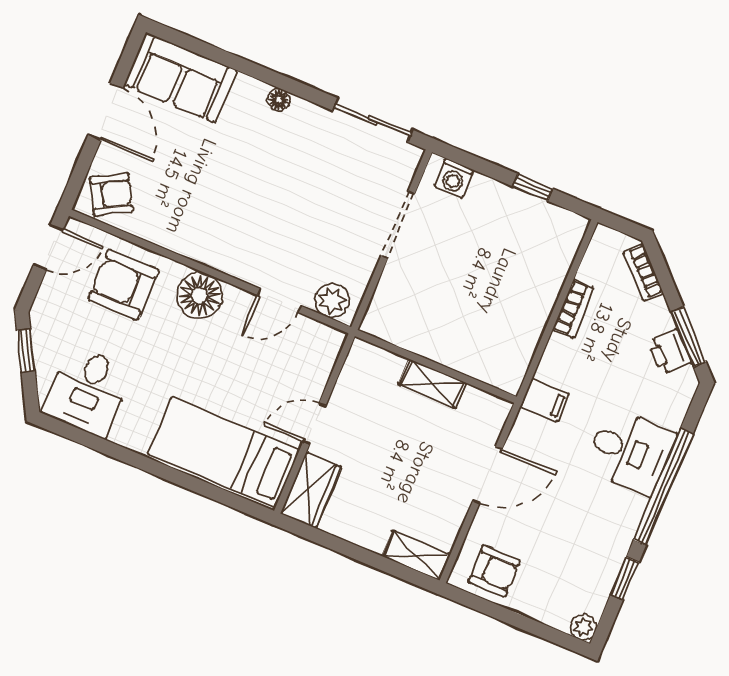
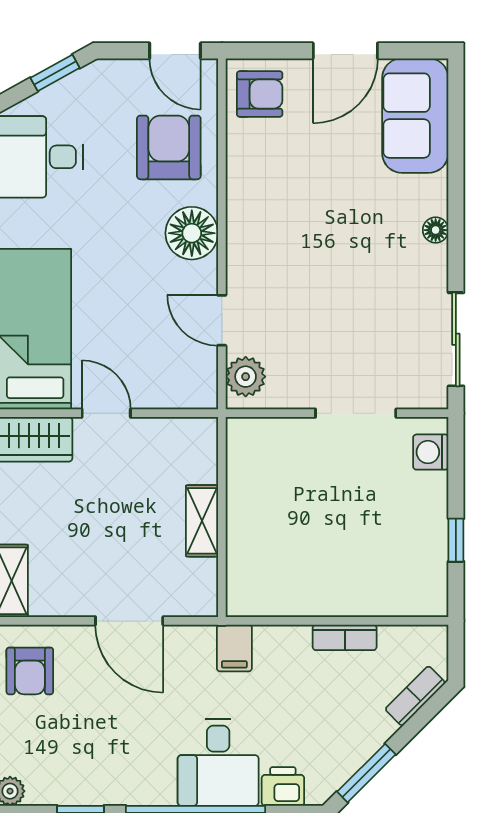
armchair: (111, 194) -> (260, 94), turned -61
printer: (669, 352) -> (283, 786), moved, turned 45

